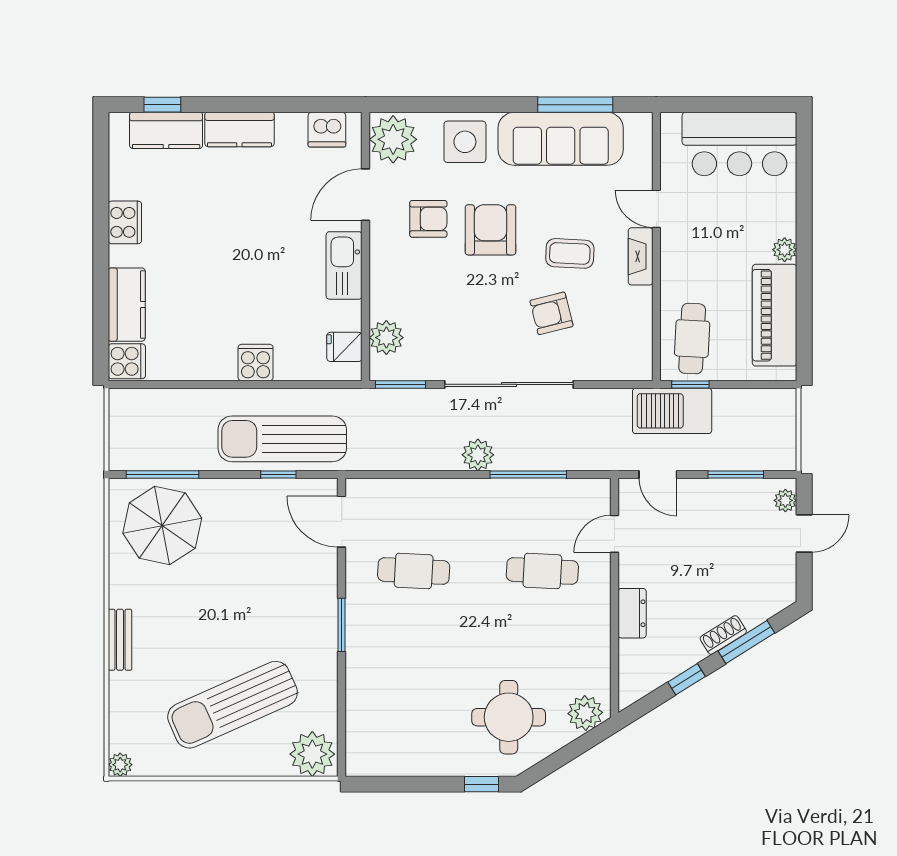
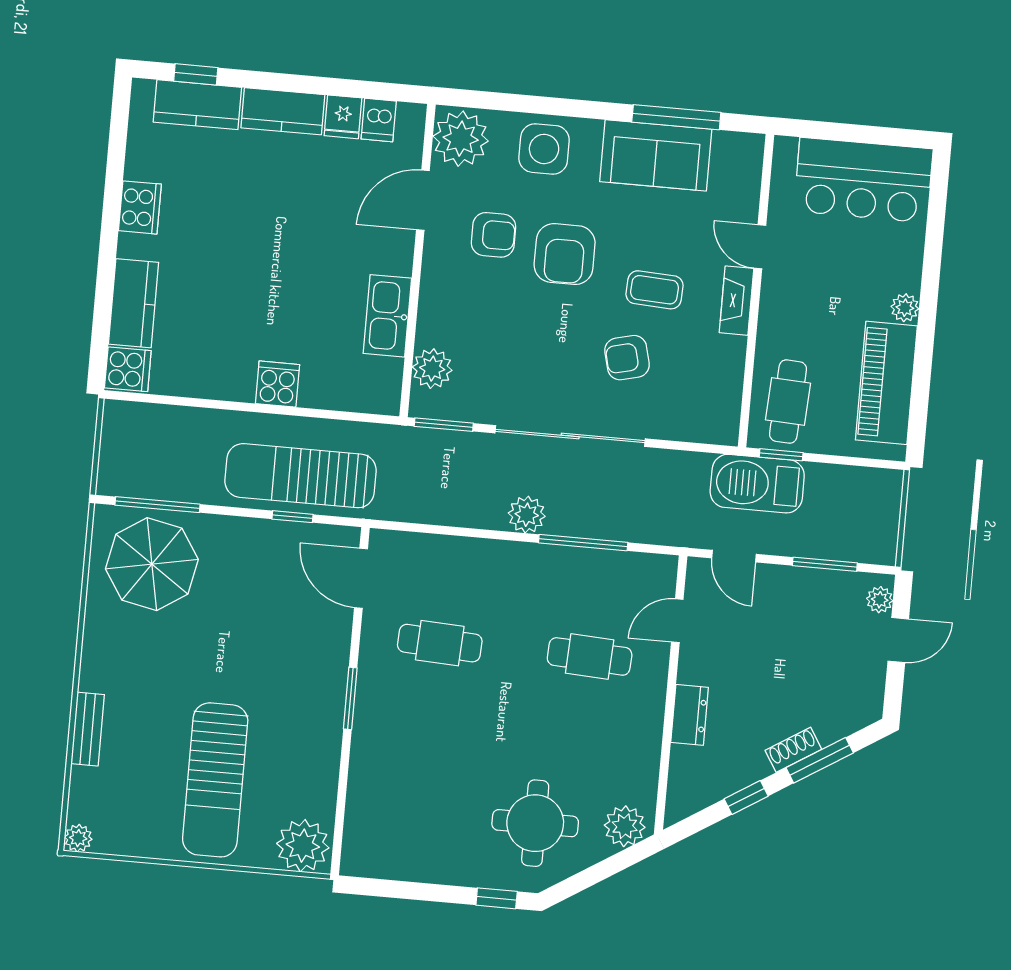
dishwasher: (327, 130) -> (379, 120), width x0.73
sofa: (561, 139) -> (656, 155), width x0.73
armchair: (490, 230) -> (565, 254), turned 180
kitchen sink: (344, 265) -> (387, 316), moved
fridge: (344, 347) -> (343, 117), moved, turned -90
bench: (120, 640) -> (88, 729), moved
sun lounger: (233, 705) -> (215, 780), turned -66

